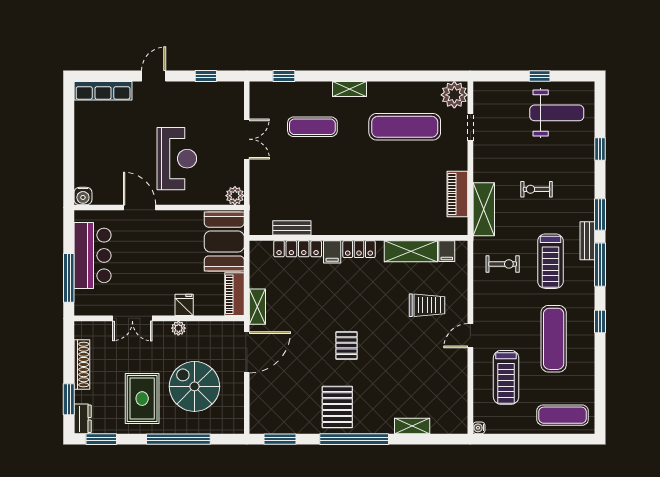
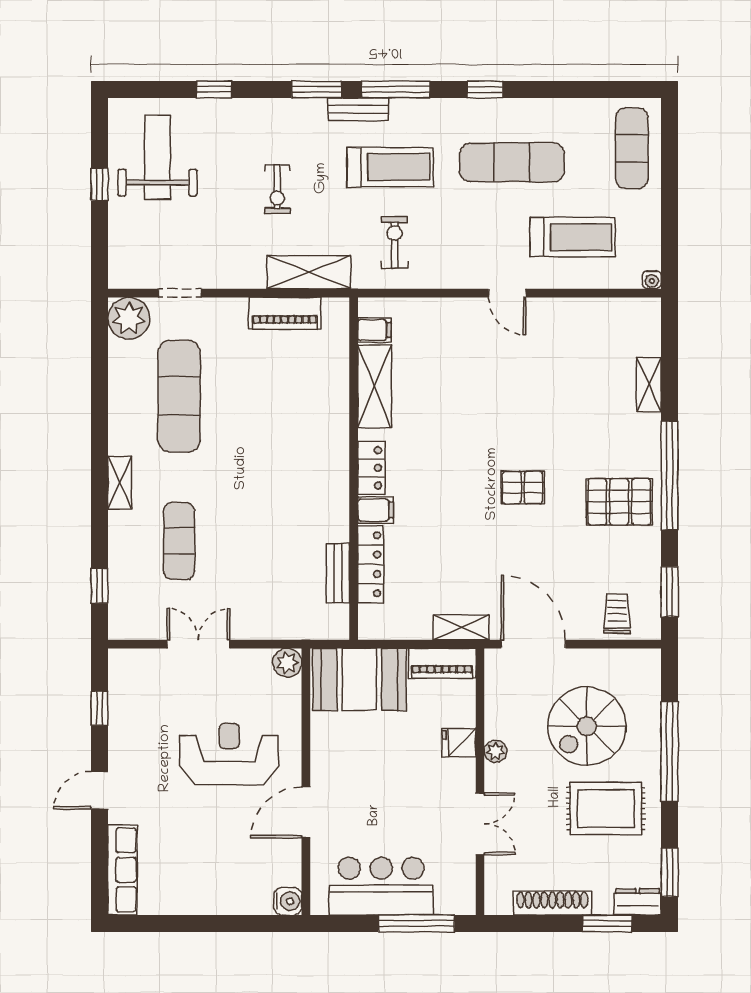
door: (154, 76) -> (99, 790), hinge flipped
trolley: (427, 305) -> (617, 614), moved, width x0.73, depth x0.72

